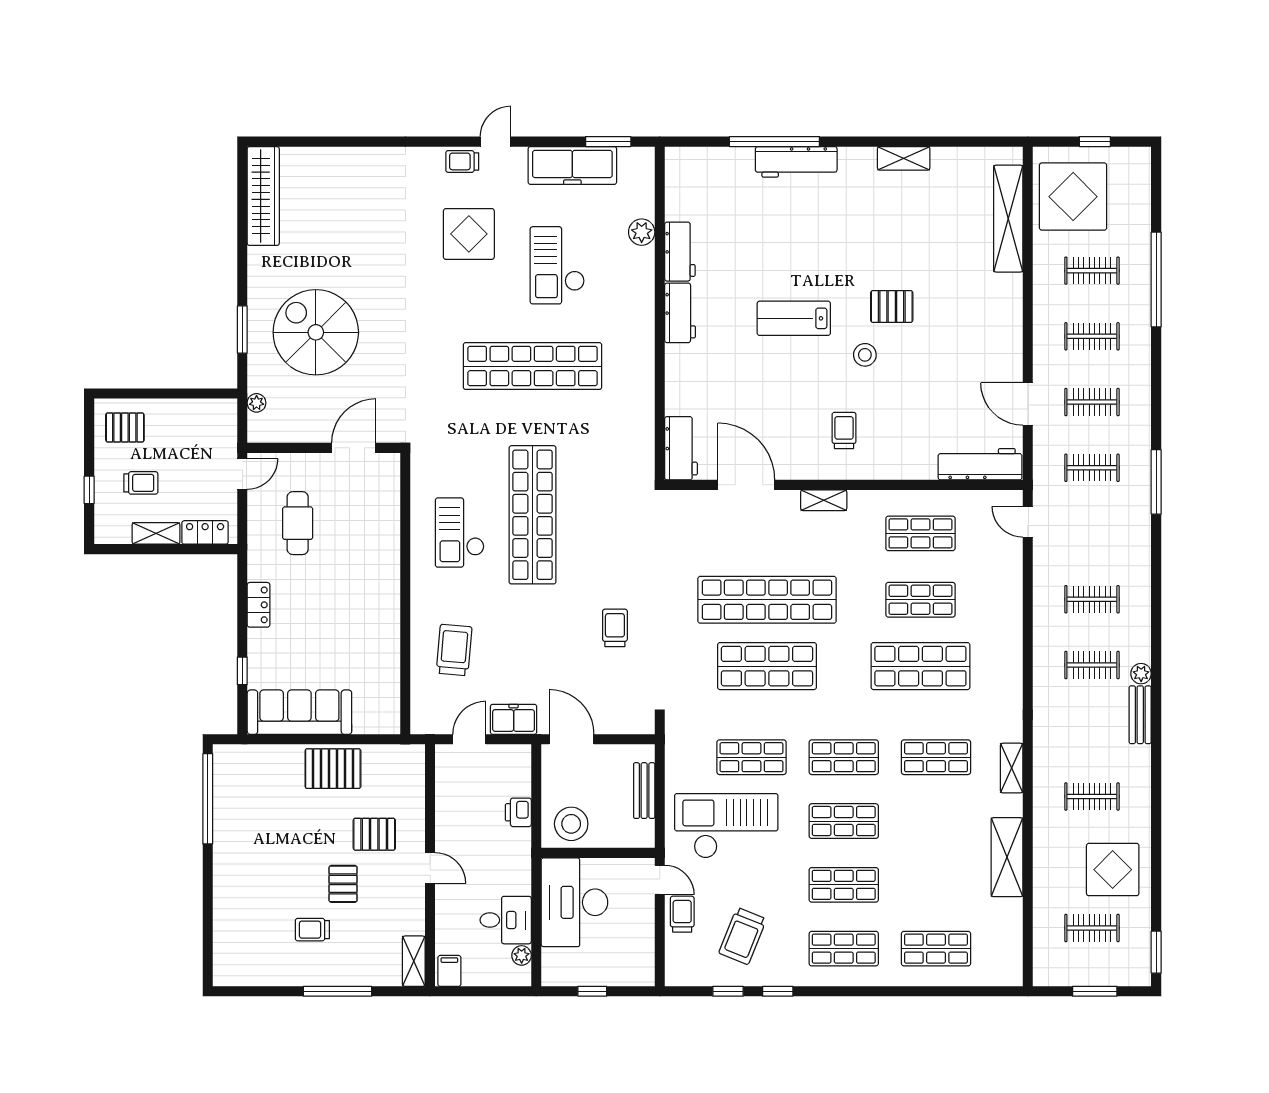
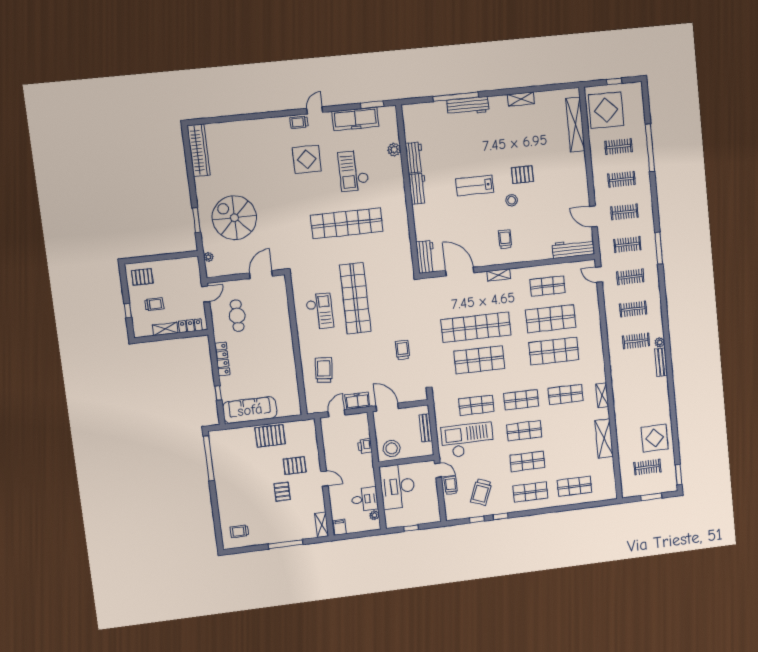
checkout: (460, 533) -> (320, 311), turned 180
shop shelf: (920, 600) -> (551, 319), width x1.43, depth x1.36
locker: (259, 605) -> (222, 359), width x1.53
clothes rail: (1092, 796) -> (630, 277), moved
trolley: (312, 930) -> (239, 531), moved

